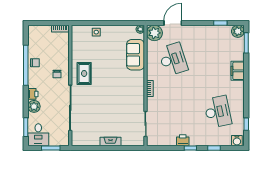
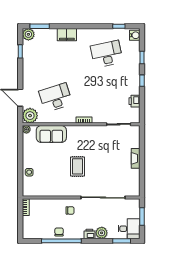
rug: (84, 73) -> (77, 166), moved, turned 90
printer: (183, 140) -> (135, 101), moved

